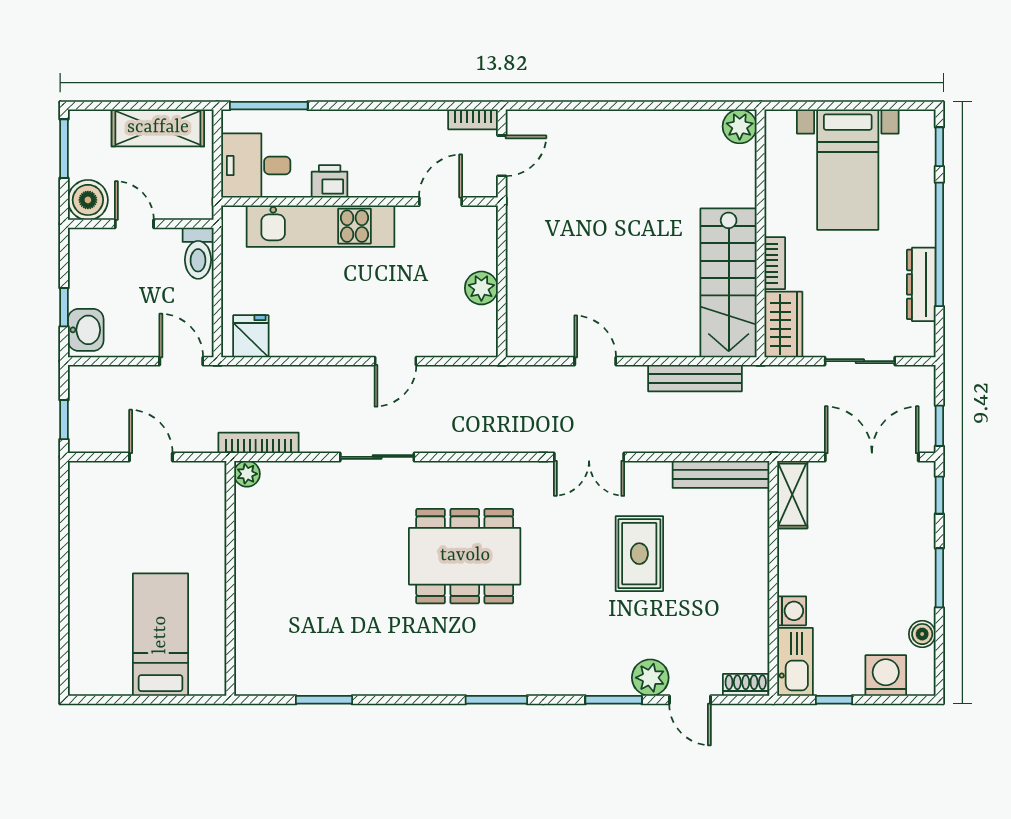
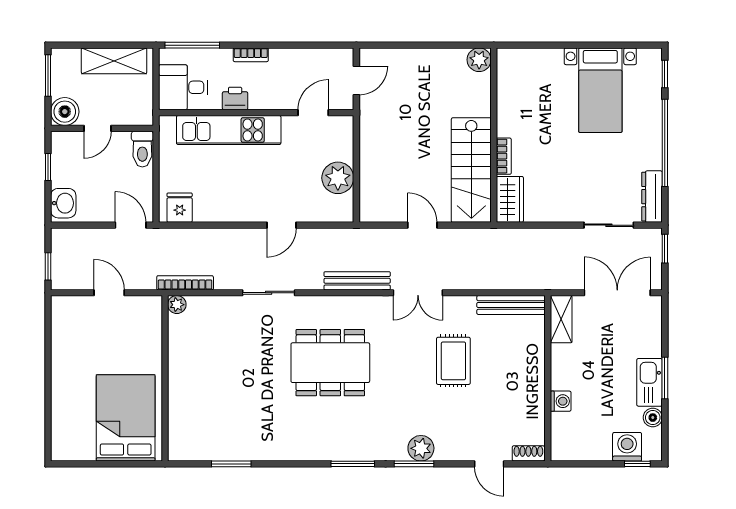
bookcase: (473, 119) -> (251, 55), moved
plant: (740, 126) -> (479, 60), moved
door: (134, 224) -> (98, 128), swing flipped
wall: (760, 233) -> (494, 135), moved
bookcase: (775, 263) -> (504, 156), moved
stairs: (729, 283) -> (471, 170), moved
dresser: (921, 284) -> (652, 197), moved
plant: (481, 288) -> (338, 178), width x1.36, depth x1.36
window: (64, 307) -> (48, 167), moved
wardrobe: (783, 325) -> (510, 199), moved
bench: (695, 378) -> (357, 281), moved
window: (939, 426) -> (665, 249), moved
window: (939, 495) -> (665, 320), removed
bed: (161, 635) -> (126, 418), width x1.50
kitchen sink: (795, 662) -> (650, 382), moved, turned 180
plant: (650, 678) -> (421, 448), moved
window: (614, 700) -> (414, 464), moved
window: (834, 700) -> (637, 464), moved

